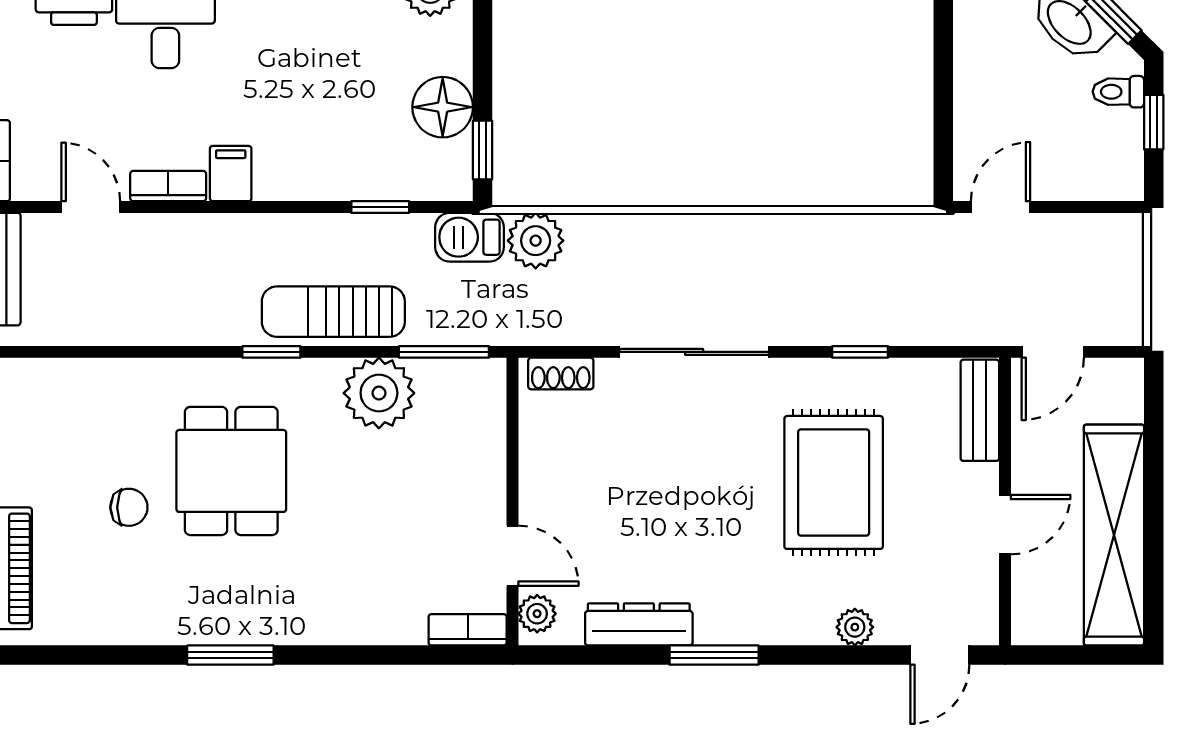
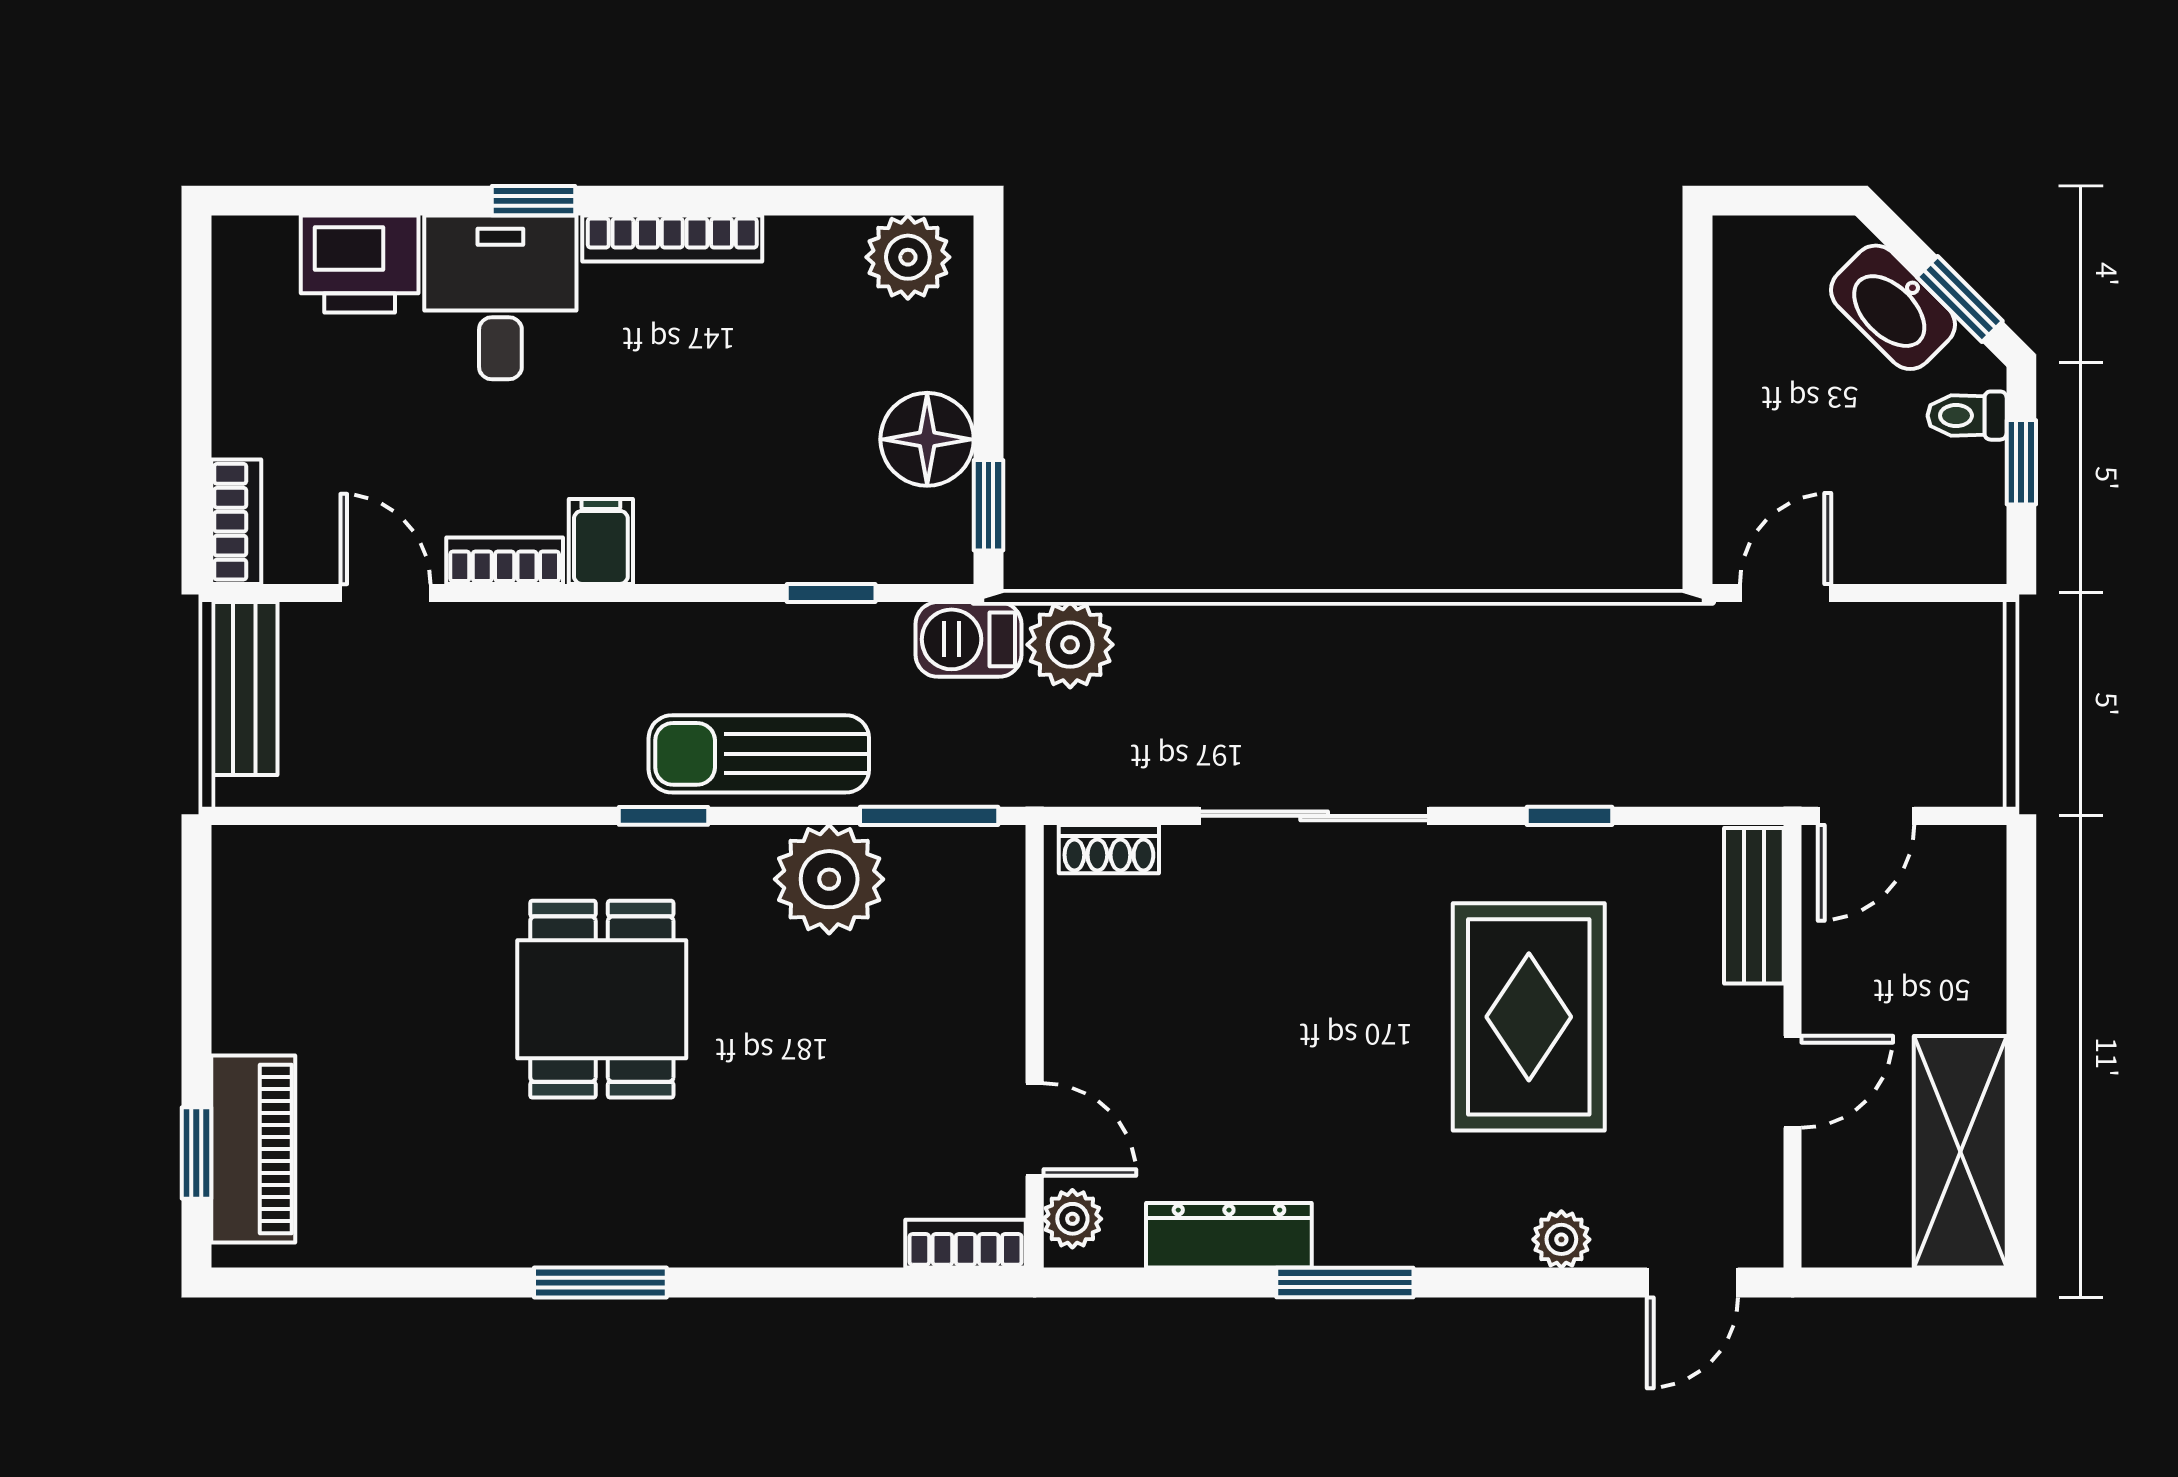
chair: (129, 507) -> (444, 1055), removed
shelving: (1114, 535) -> (1960, 1152), width x0.68

